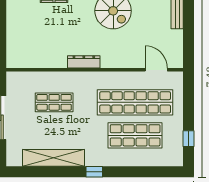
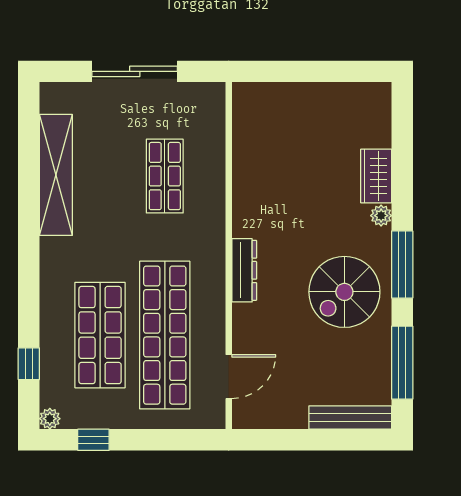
dresser: (84, 62) -> (244, 270), moved
plant: (178, 161) -> (50, 419), added
window: (94, 172) -> (29, 364), moved

